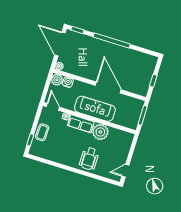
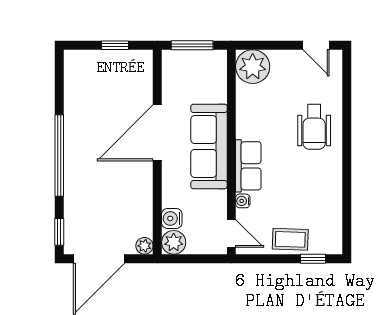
door: (53, 107) -> (231, 233), swing flipped
plant: (100, 132) -> (253, 67), moved
wheelchair: (89, 159) -> (314, 127), turned 90

